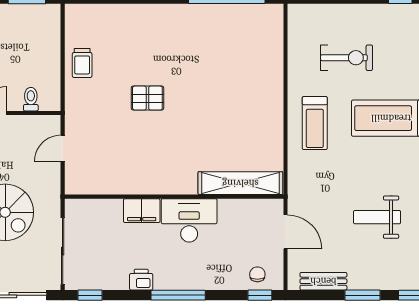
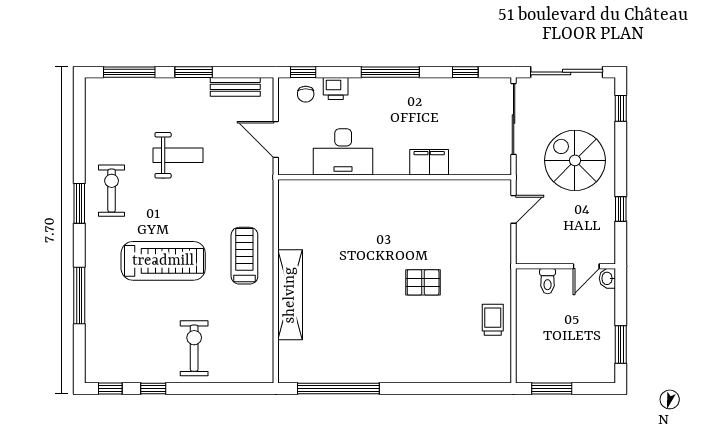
exercise bike: (347, 58) -> (194, 348), moved, turned 90
door: (63, 148) -> (514, 209), moved
shelving: (240, 183) -> (290, 295), moved, turned 90
desk: (189, 220) -> (343, 152), moved
printer: (141, 280) -> (336, 89), moved
window: (90, 295) -> (465, 72), moved

